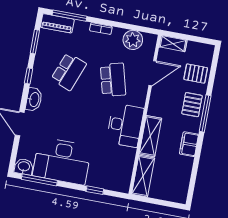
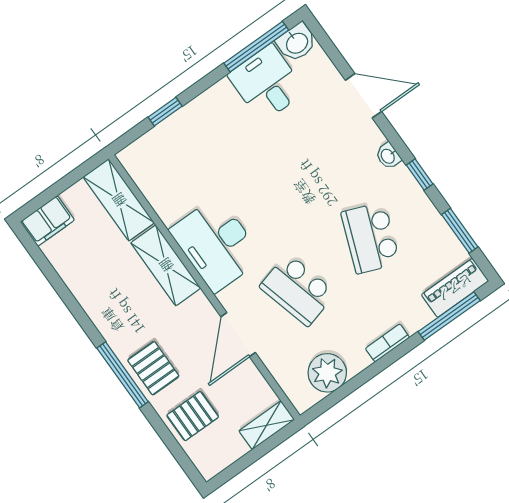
door: (152, 73) -> (238, 335), moved
washbasin: (34, 99) -> (388, 156), width x0.52, depth x0.69
filing cabinet: (189, 144) -> (47, 221), moved, turned 90
desk: (62, 161) -> (267, 83), width x0.53, depth x0.77

